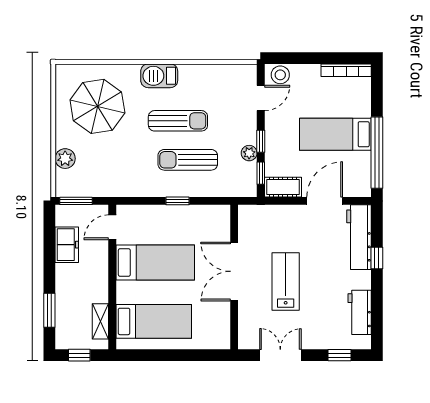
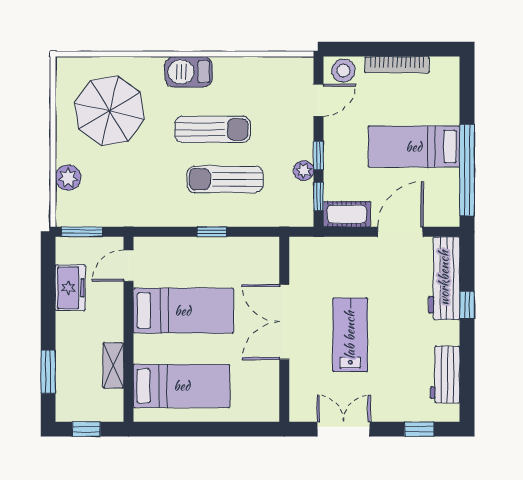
bookcase: (346, 70) -> (397, 65), moved
shelving: (100, 321) -> (113, 365), moved

